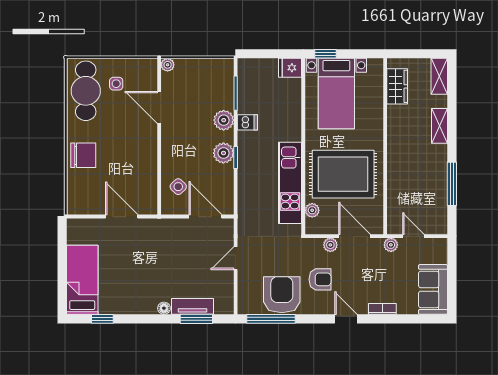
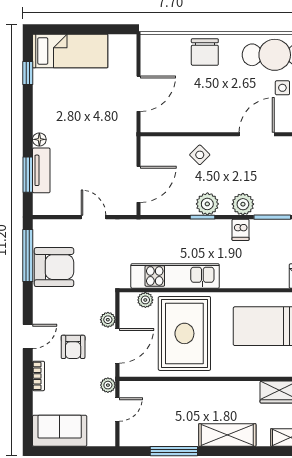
shelving: (439, 126) -> (227, 435), width x1.50, depth x1.33
side table: (178, 187) -> (200, 155), moved
armchair: (320, 279) -> (73, 347), moved

